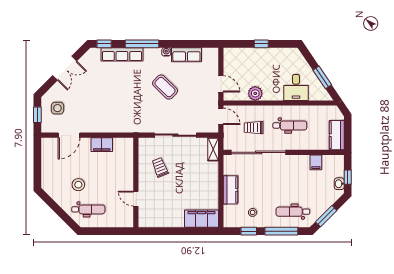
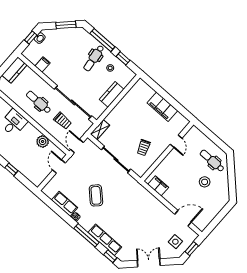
filing cabinet: (102, 145) -> (158, 186), moved
dental chair: (293, 212) -> (94, 58), moved, turned 83
filing cabinet: (202, 219) -> (162, 107), moved

